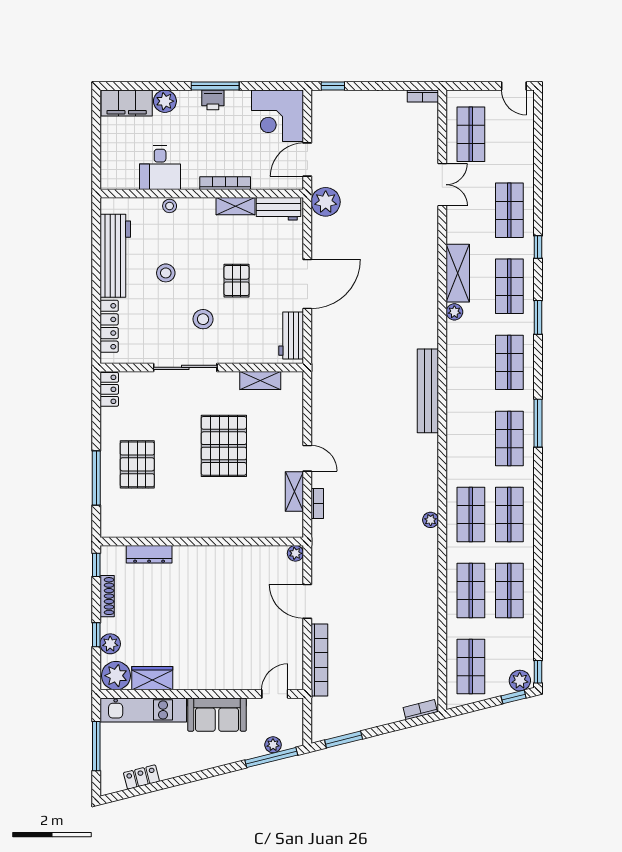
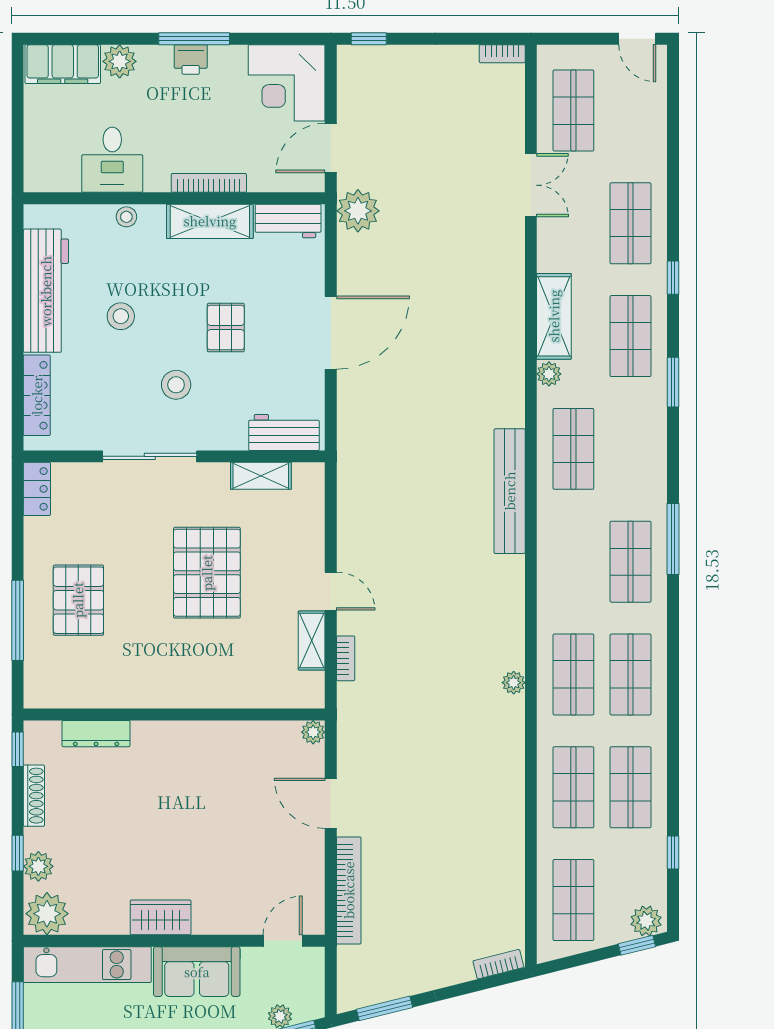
shelving: (236, 206) -> (210, 221), width x1.50, depth x1.33
workbench: (291, 335) -> (284, 432), moved, turned 90
shop shelf: (509, 362) -> (573, 449), moved
window: (538, 672) -> (673, 852), moved
wardrobe: (152, 678) -> (161, 917), moved

